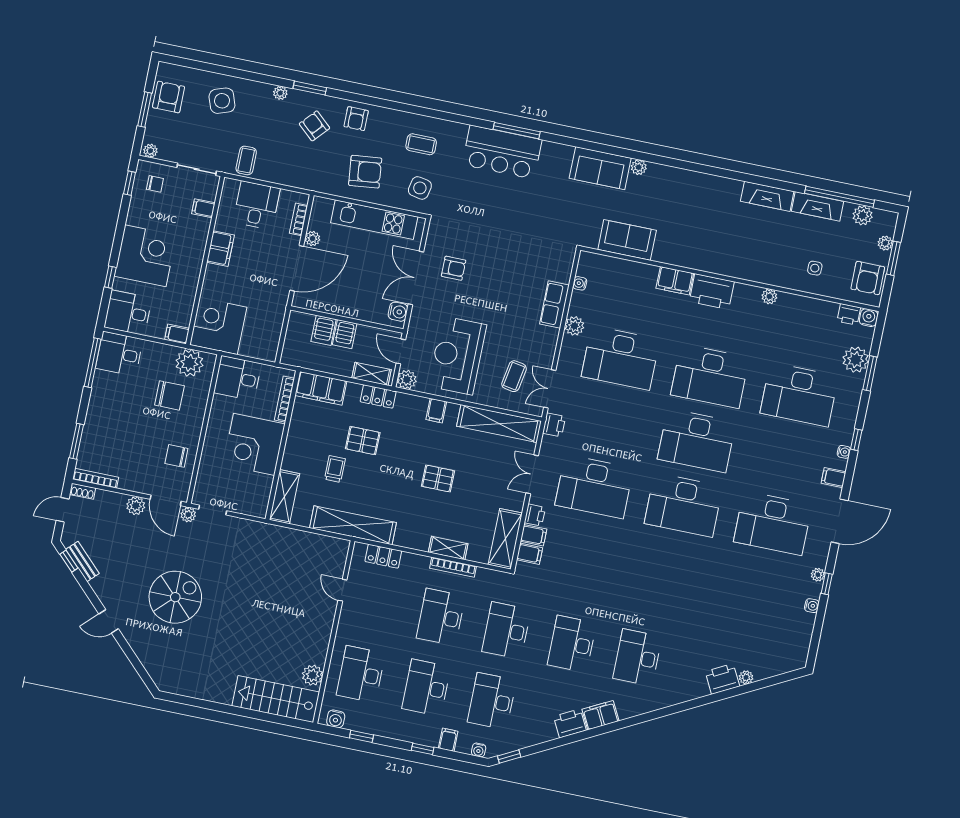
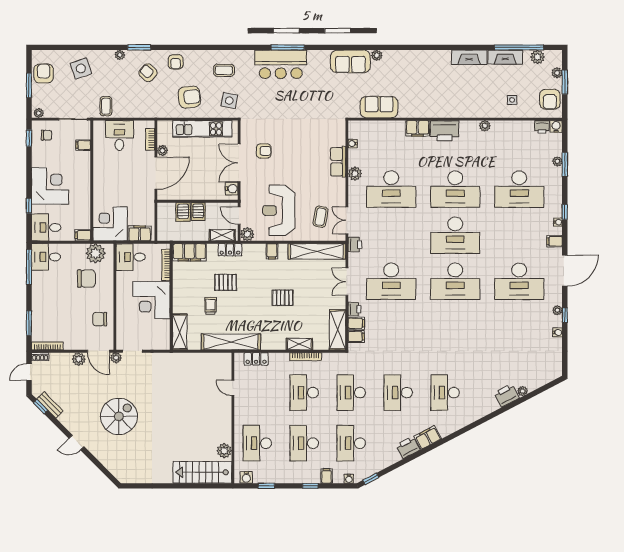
filing cabinet: (220, 249) -> (140, 233), moved, turned -90
plant: (856, 360) -> (557, 161), width x0.53, depth x0.53

